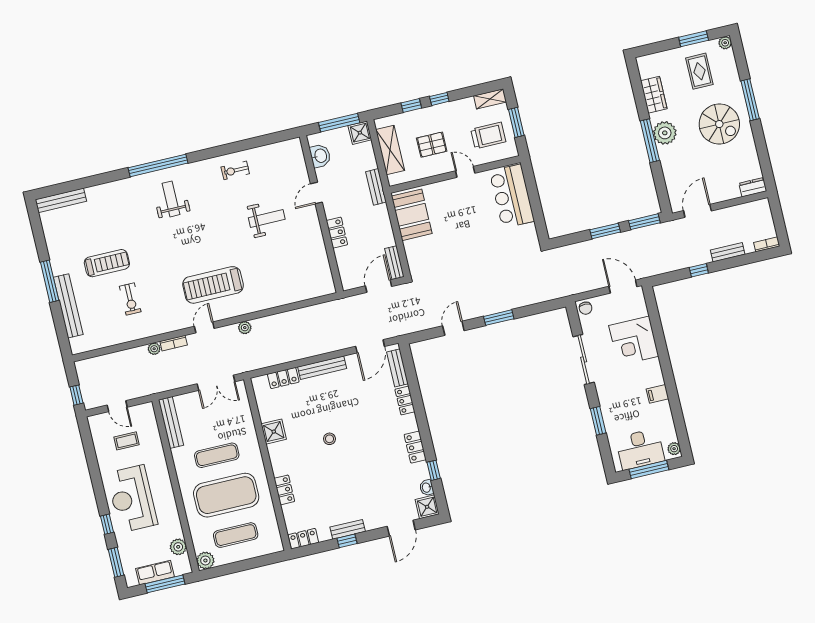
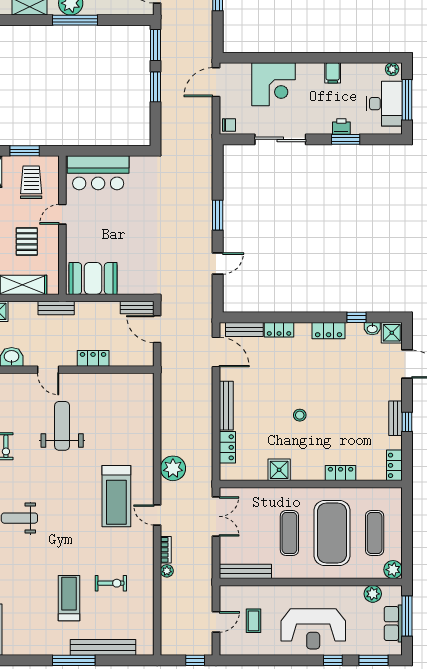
weight bench: (267, 218) -> (62, 426), width x1.36, depth x1.33
plant: (245, 328) -> (173, 468), width x1.87, depth x1.87
door: (453, 328) -> (218, 263), swing flipped
printer: (609, 414) -> (341, 127), added

